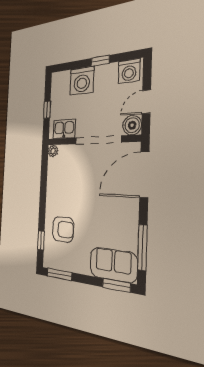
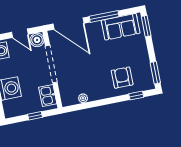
plant: (53, 151) -> (83, 98), moved
window: (142, 248) -> (104, 16), moved
sofa: (113, 265) -> (121, 27), moved, turned -90

